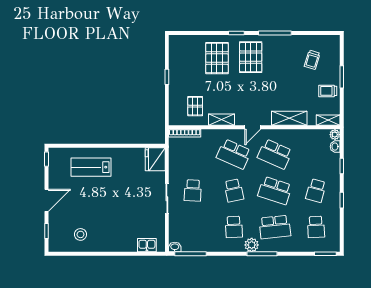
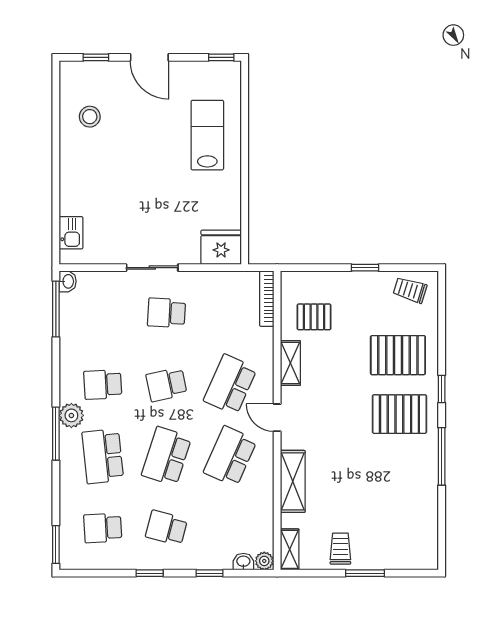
trolley: (312, 60) -> (410, 290), moved

